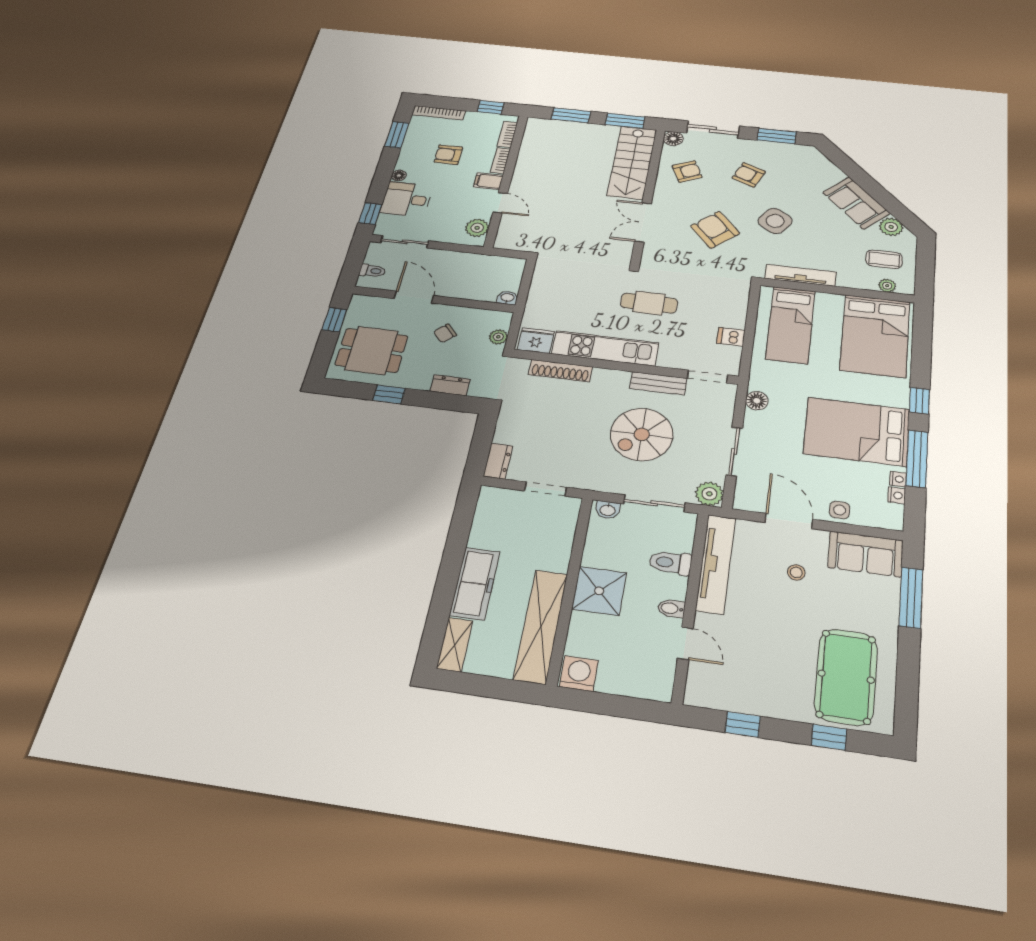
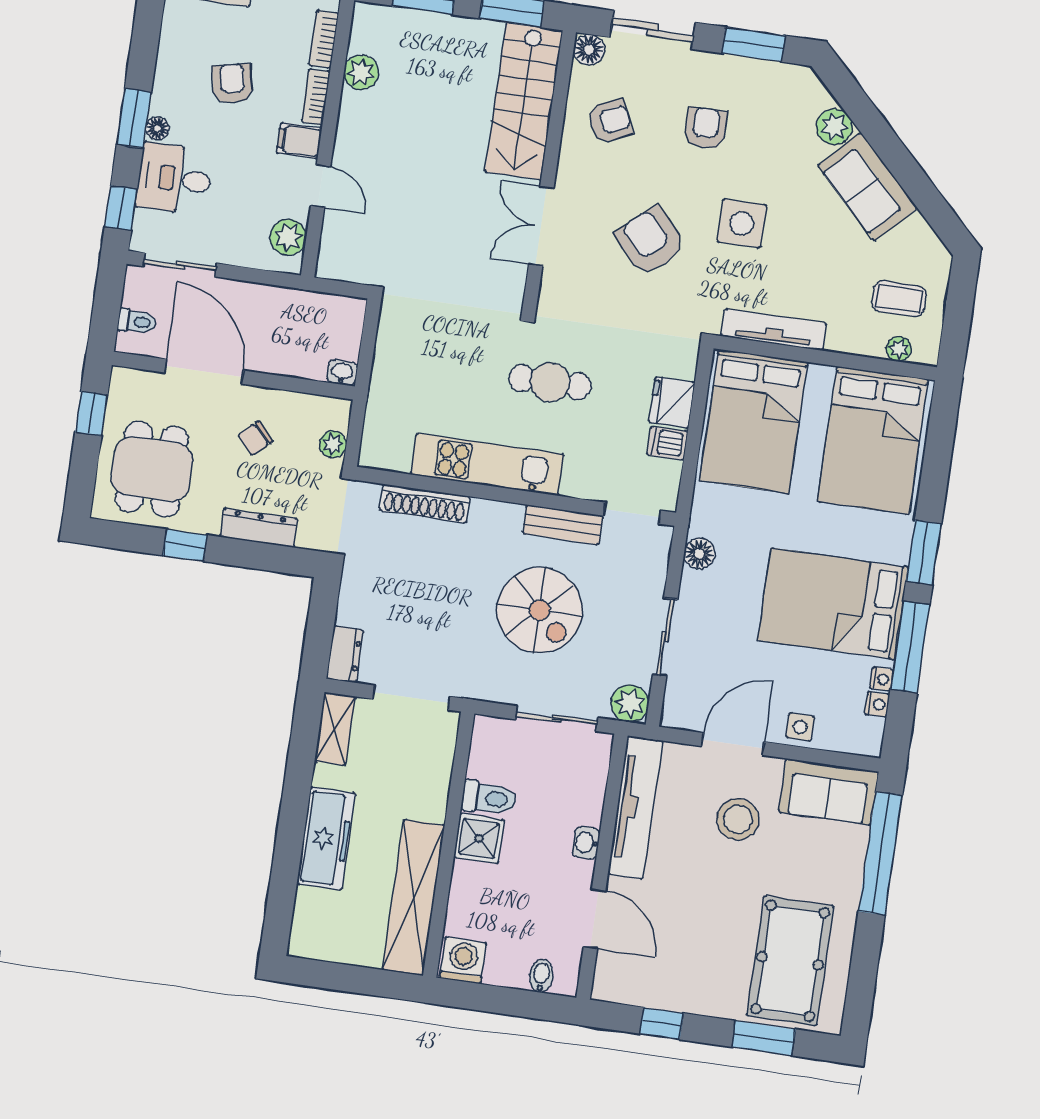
window: (397, 135) -> (134, 118), moved
plant: (530, 149) -> (361, 72), added
armchair: (448, 155) -> (232, 84), turned 79
armchair: (749, 175) -> (706, 128), turned 68
side table: (775, 221) -> (742, 223), turned -34
plant: (891, 227) -> (835, 127), moved
door: (414, 297) -> (204, 371), width x1.36
bed: (791, 325) -> (754, 421), width x1.50
fridge: (536, 341) -> (672, 403), moved, turned -90
dining table: (372, 350) -> (152, 469), turned 90
dresser: (450, 385) -> (259, 528), width x1.44
window: (919, 401) -> (924, 553), width x1.50
spiral stairs: (642, 434) -> (540, 610), turned -90
doorway: (546, 489) -> (411, 698), width x1.38
washbasin: (608, 510) -> (586, 843), moved, turned 90
door: (789, 521) -> (733, 744), hinge flipped
toilet: (670, 563) -> (489, 798), moved, turned 180
stool: (796, 572) -> (738, 819), width x1.89, depth x1.89
shower: (599, 591) -> (479, 838), width x0.73, depth x0.73
window: (911, 598) -> (880, 853), width x1.46
bidet: (671, 608) -> (541, 976), moved, turned 90
door: (685, 643) -> (595, 919), width x1.38
shelving: (455, 645) -> (335, 729), moved
window: (829, 737) -> (764, 1038), width x1.50

